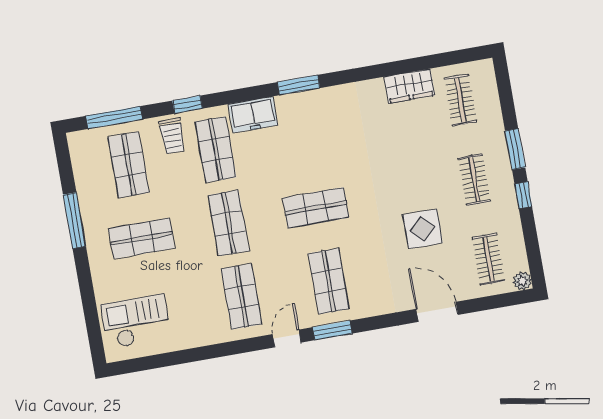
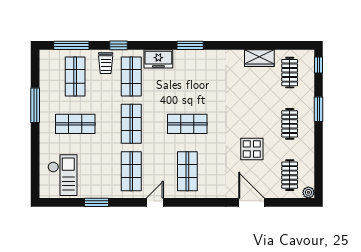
window: (523, 195) -> (318, 65), moved
checkout: (136, 321) -> (62, 175), turned 90
window: (332, 330) -> (97, 202), moved

